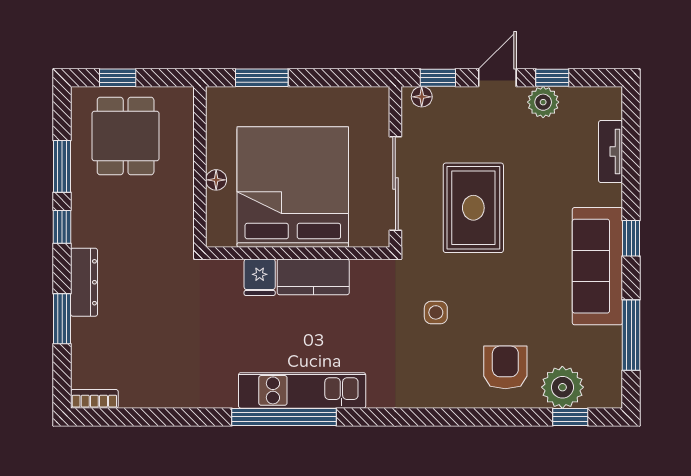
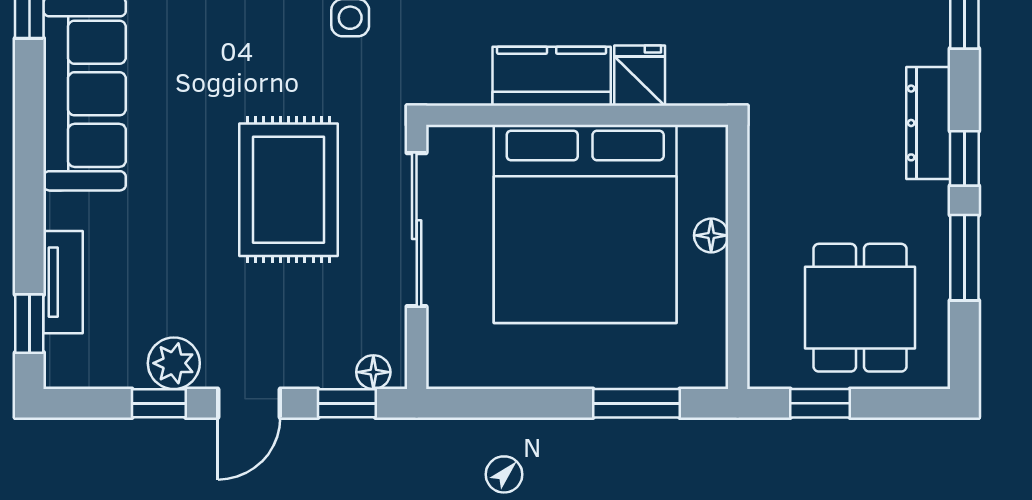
window: (118, 78) -> (820, 403), moved
window: (631, 238) -> (29, 324), moved
dresser: (84, 282) -> (928, 123), moved

